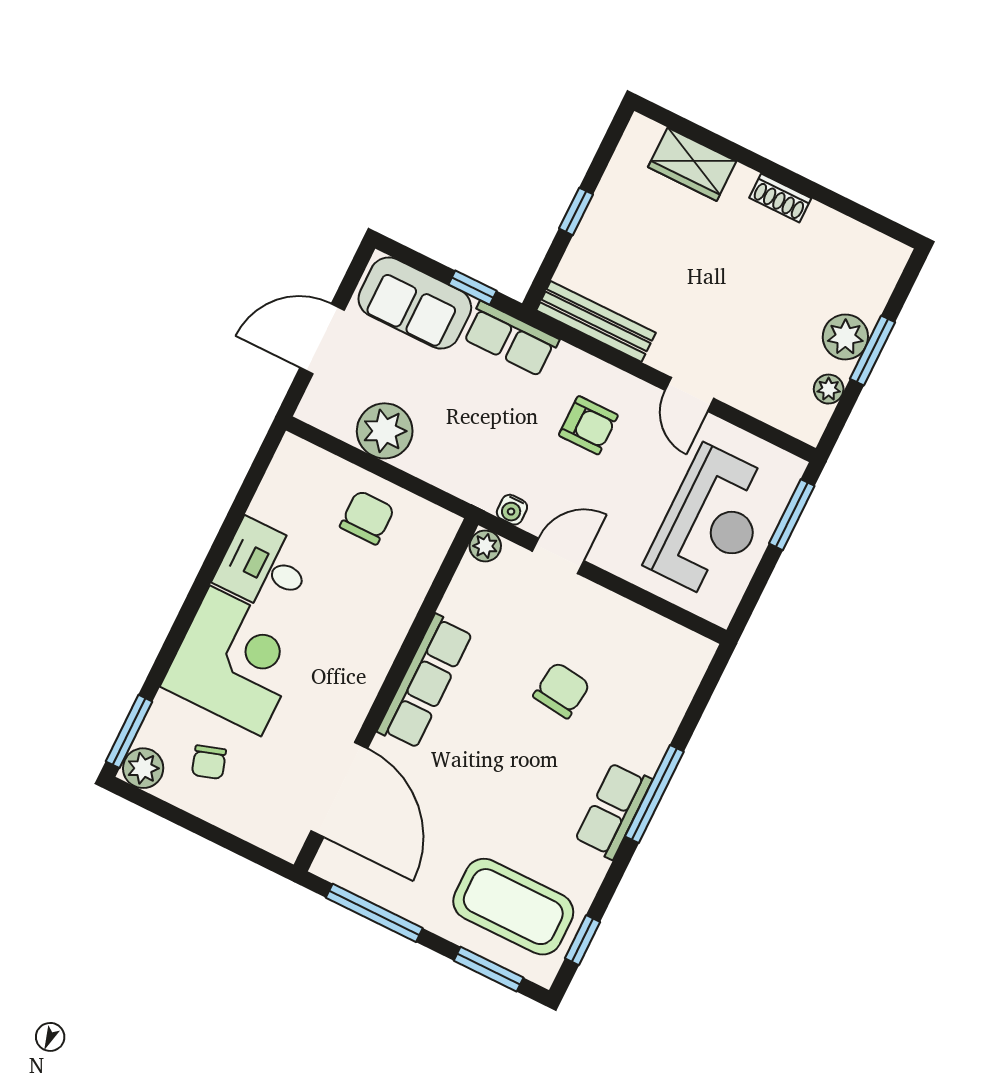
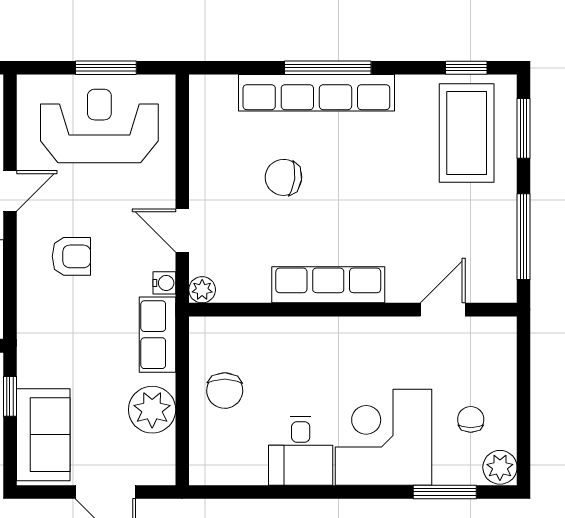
row of seats: (511, 339) -> (158, 335), moved, turned 180
armchair: (588, 425) -> (71, 256), turned 90
window: (792, 515) -> (106, 68), moved
chair: (367, 517) -> (225, 391), turned -89
window: (129, 731) -> (445, 492), moved
chair: (209, 762) -> (471, 419), turned -72
door: (339, 790) -> (443, 310), width x0.53
row of seats: (613, 810) -> (316, 93), width x2.02

